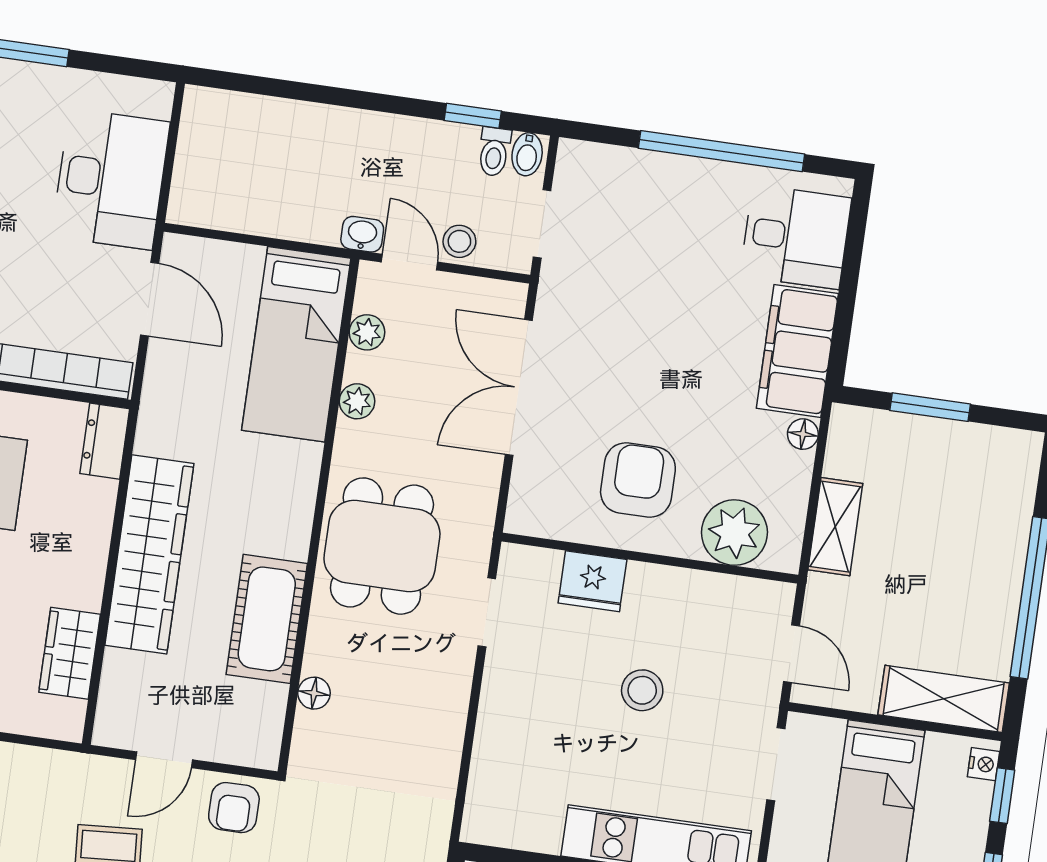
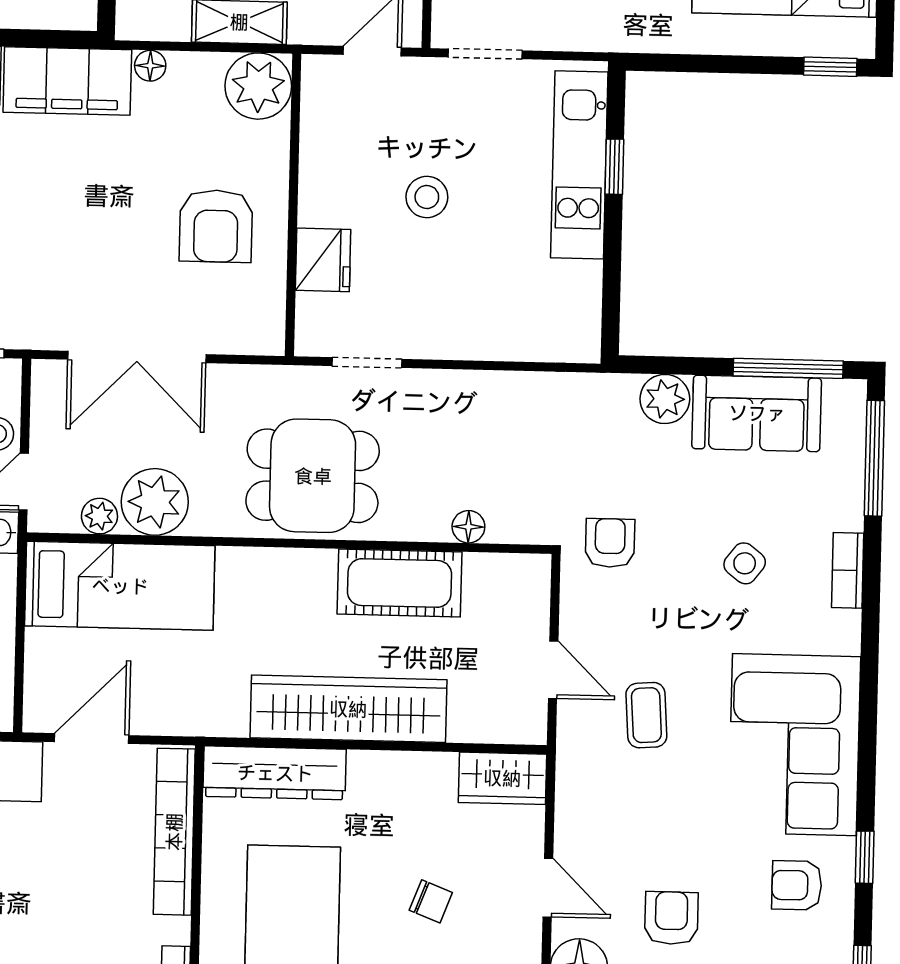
plant: (357, 401) -> (155, 502), width x1.87, depth x1.87
dresser: (105, 441) -> (275, 773), width x1.96, depth x1.24
armchair: (638, 480) -> (216, 226), turned -90
plant: (734, 533) -> (258, 86), moved
wardrobe: (70, 653) -> (502, 778), moved
armchair: (234, 808) -> (610, 543), moved, turned -90

